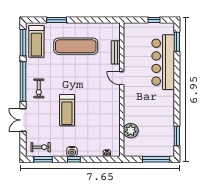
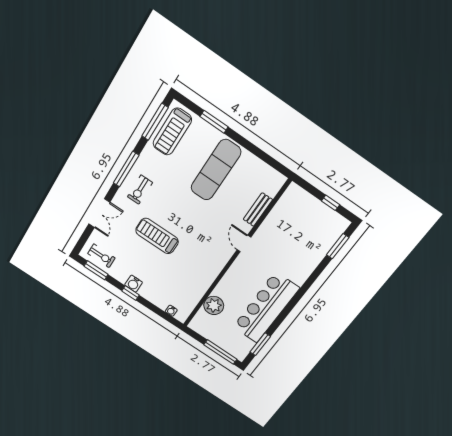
exercise mat: (76, 46) -> (216, 170), turned 90
bar counter: (163, 62) -> (266, 308), moved
window: (23, 82) -> (126, 169), width x0.68
treadmill: (67, 110) -> (157, 236), turned 90
double door: (23, 120) -> (99, 213), swing flipped

